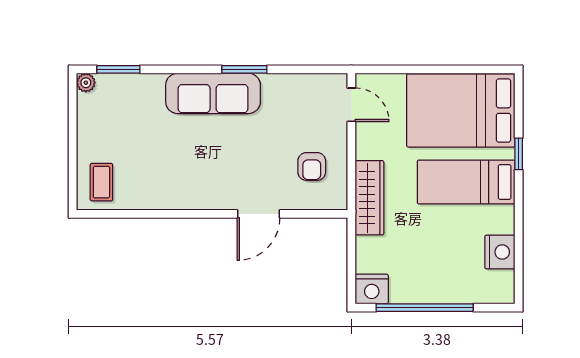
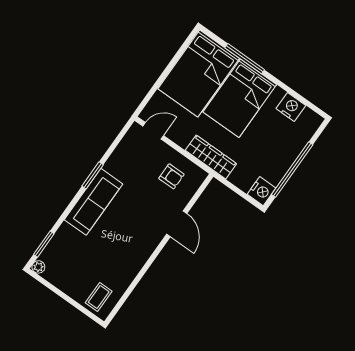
window: (519, 154) -> (245, 59), width x2.17
coffee table: (101, 182) -> (99, 297), turned 90
bed: (466, 182) -> (240, 98), width x1.50

